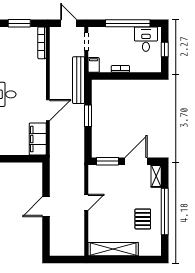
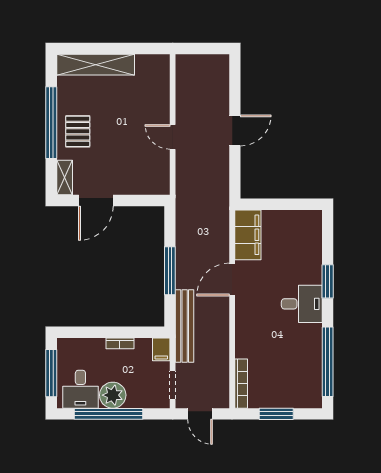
plant: (125, 35) -> (113, 395), added
window: (165, 50) -> (51, 373), width x2.17
window: (88, 116) -> (170, 271), width x1.44
window: (108, 161) -> (140, 201), removed
door: (86, 202) -> (173, 137), hinge flipped
pallet: (143, 219) -> (78, 131), moved
shelving: (113, 249) -> (96, 65), moved

